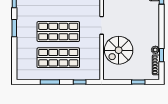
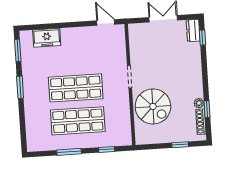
spiral stairs: (119, 50) -> (153, 106), turned -90

